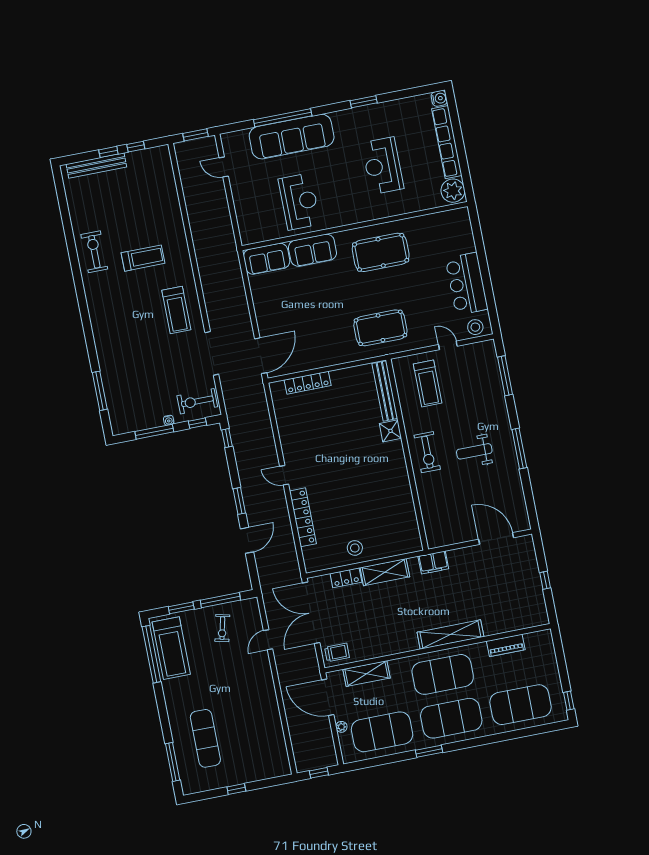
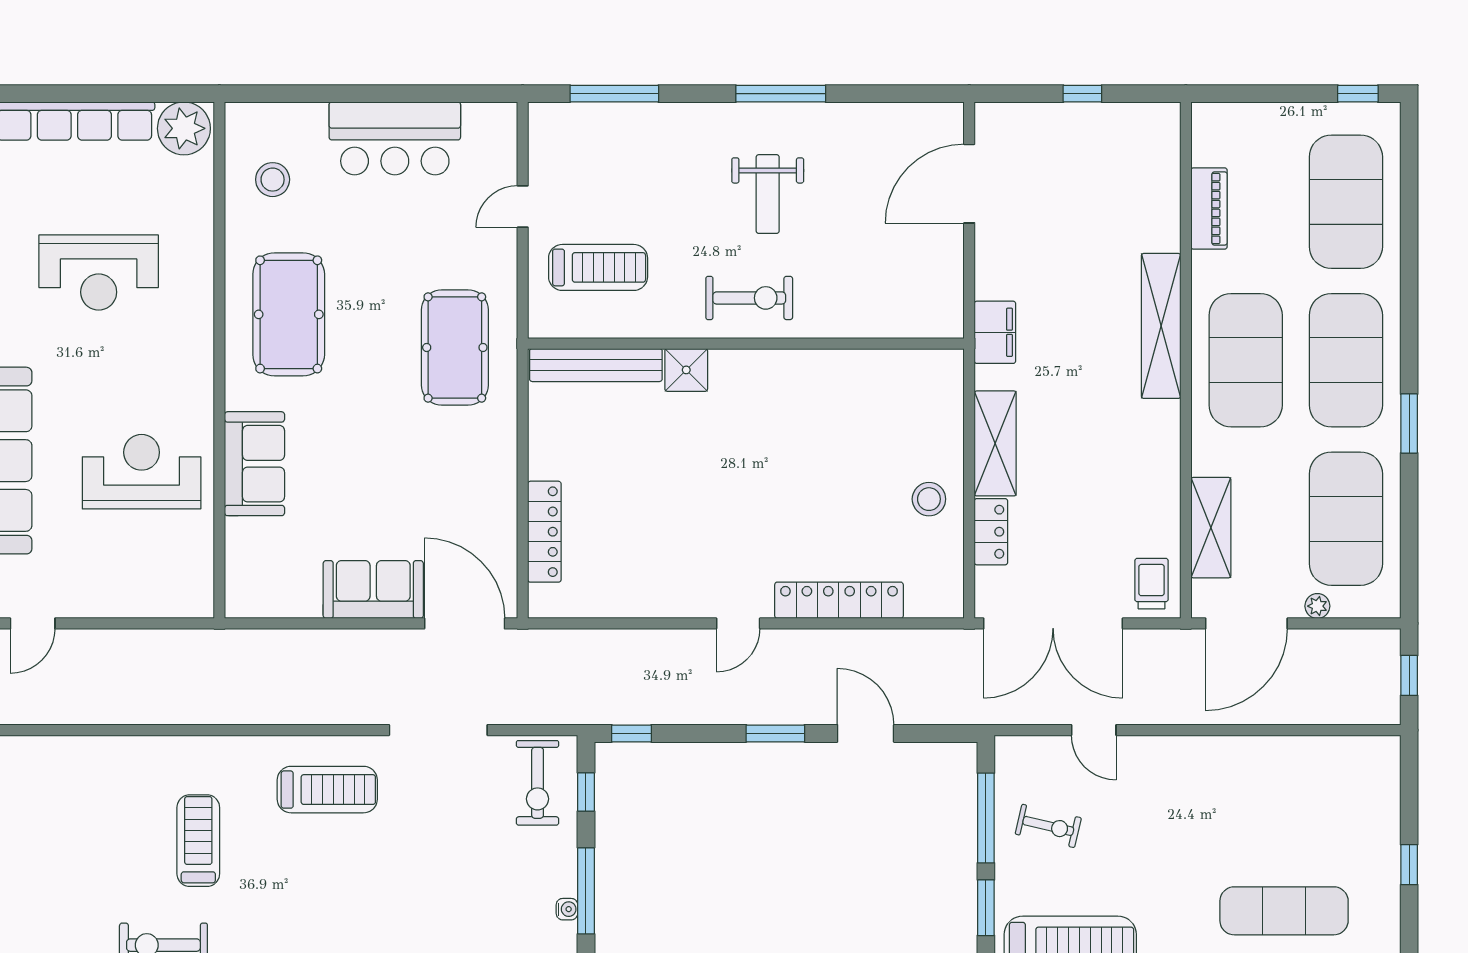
sofa: (267, 259) -> (373, 590), moved, turned -90
stool: (475, 327) -> (273, 180), moved
water cooler: (169, 420) -> (567, 909), moved

